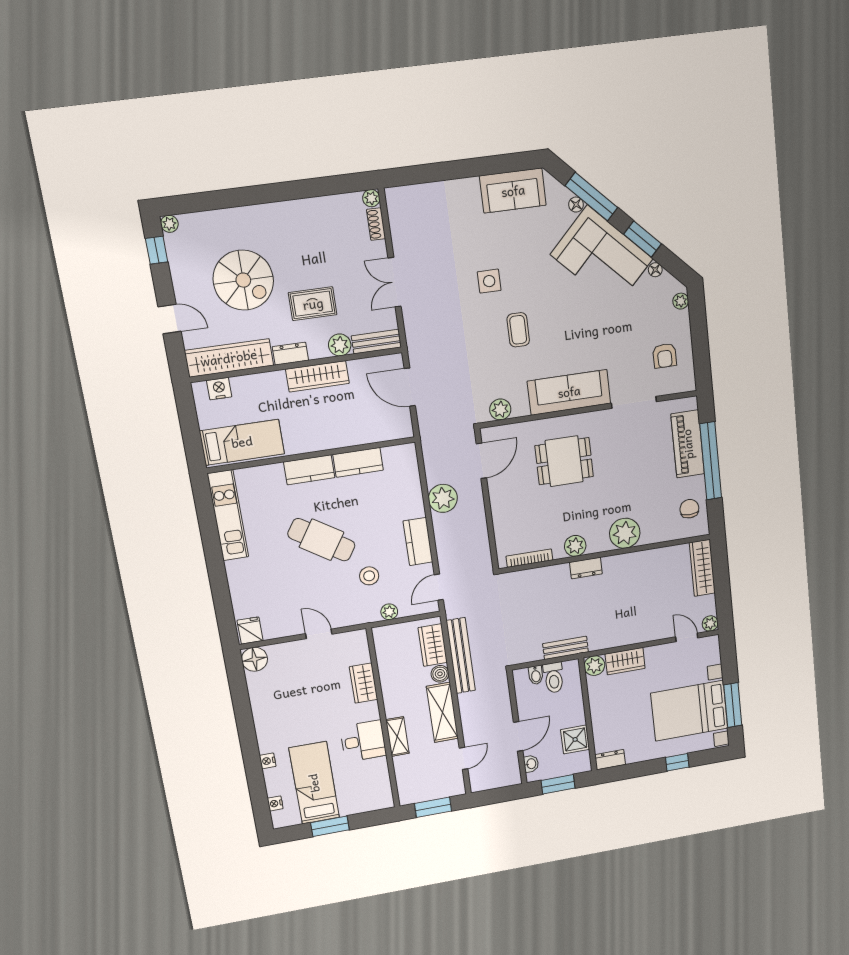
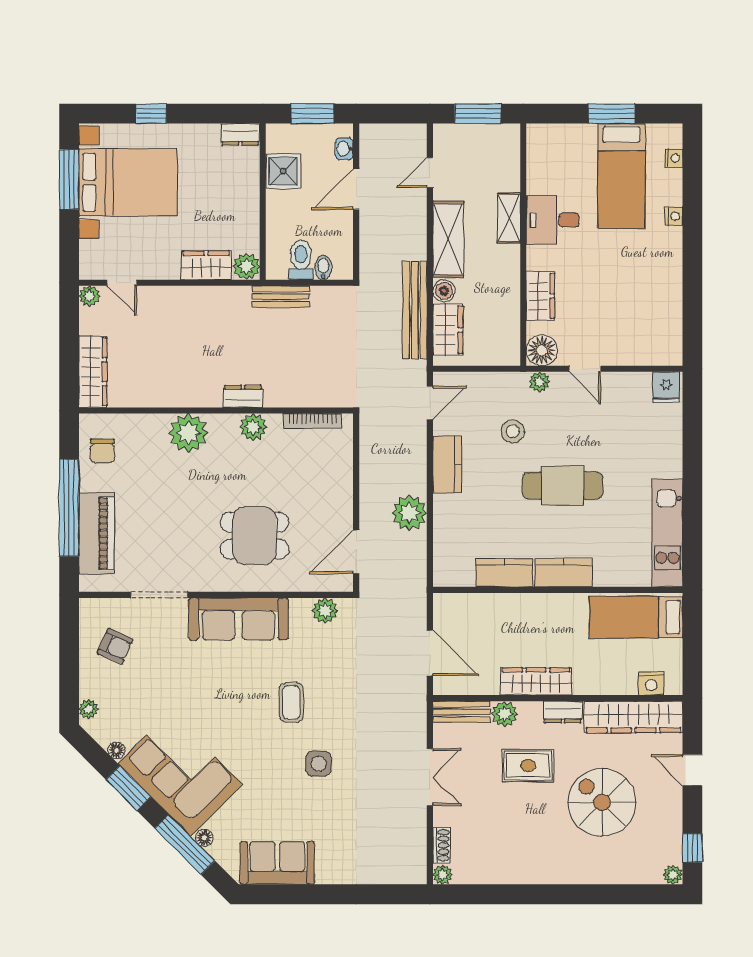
armchair: (665, 356) -> (115, 646), turned 114
cafe table: (321, 540) -> (563, 486), turned -33
plant: (389, 612) -> (539, 382), moved
floor lamp: (255, 659) -> (542, 350), moved

